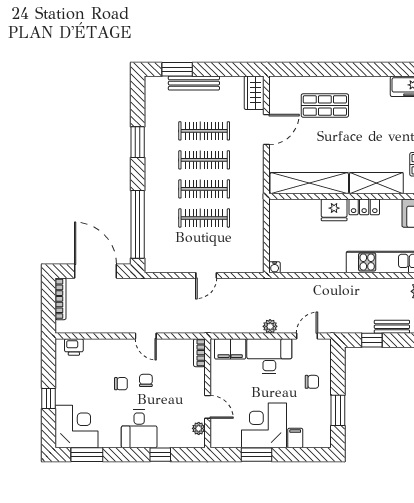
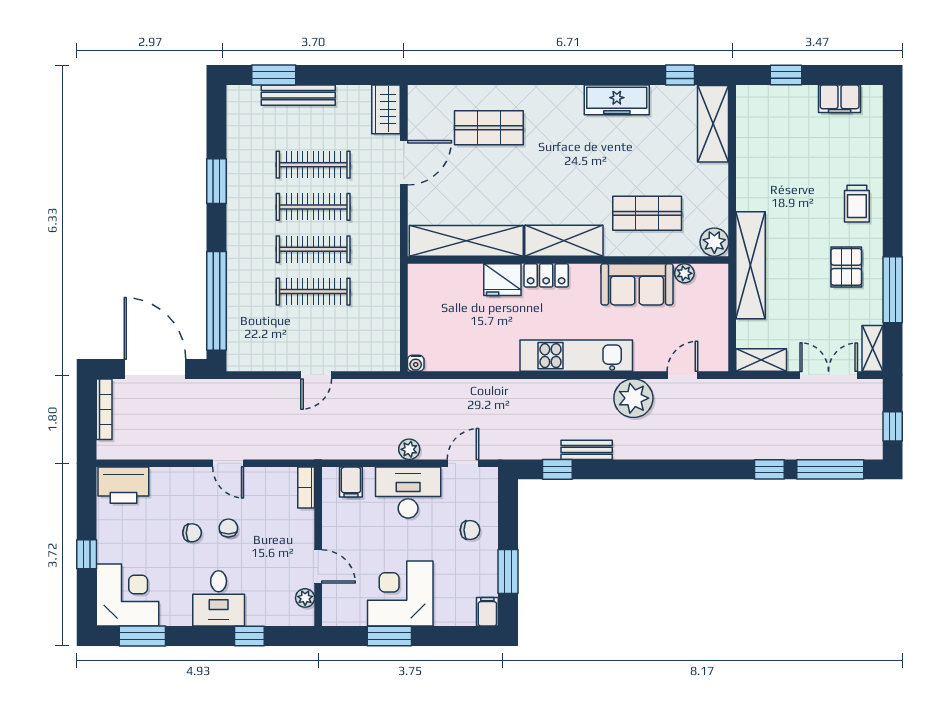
printer: (74, 347) -> (123, 485), width x1.87, depth x1.48
filing cabinet: (230, 349) -> (351, 482), width x0.50
filing cabinet: (295, 438) -> (487, 612), moved

